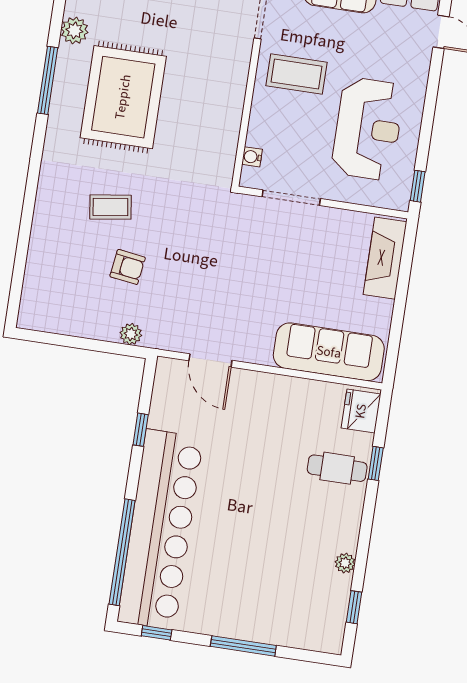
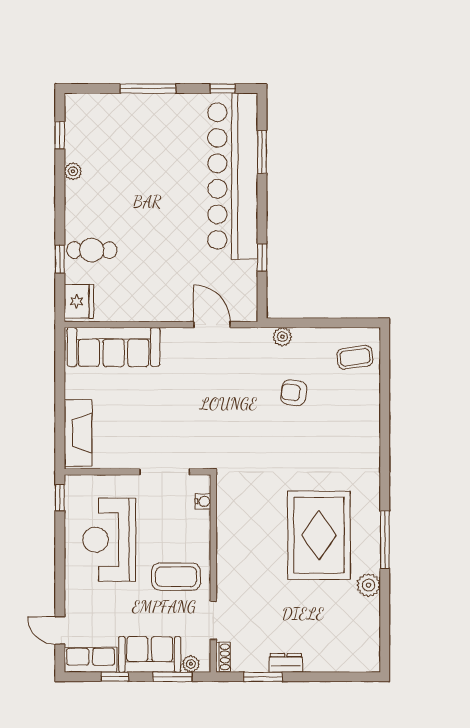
coffee table: (110, 207) -> (355, 357), moved
window: (122, 552) -> (262, 152), width x0.47

